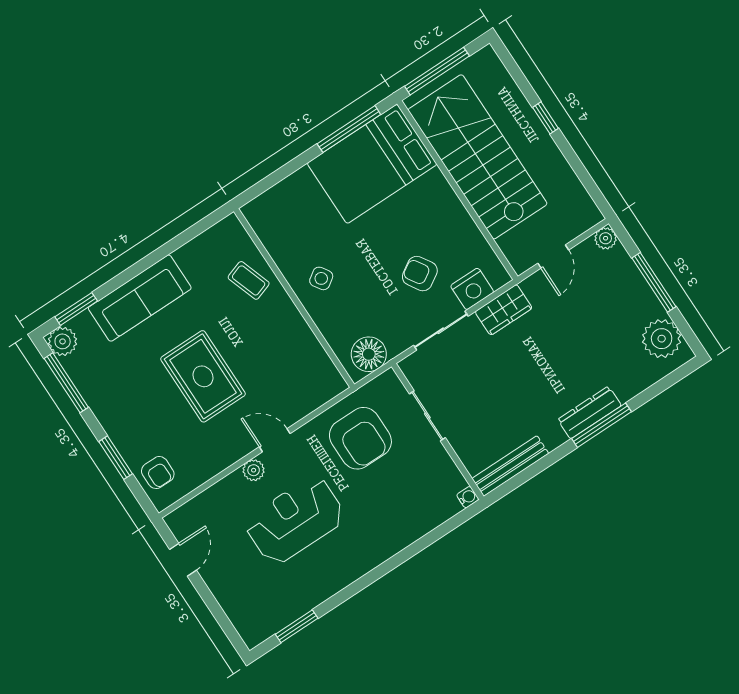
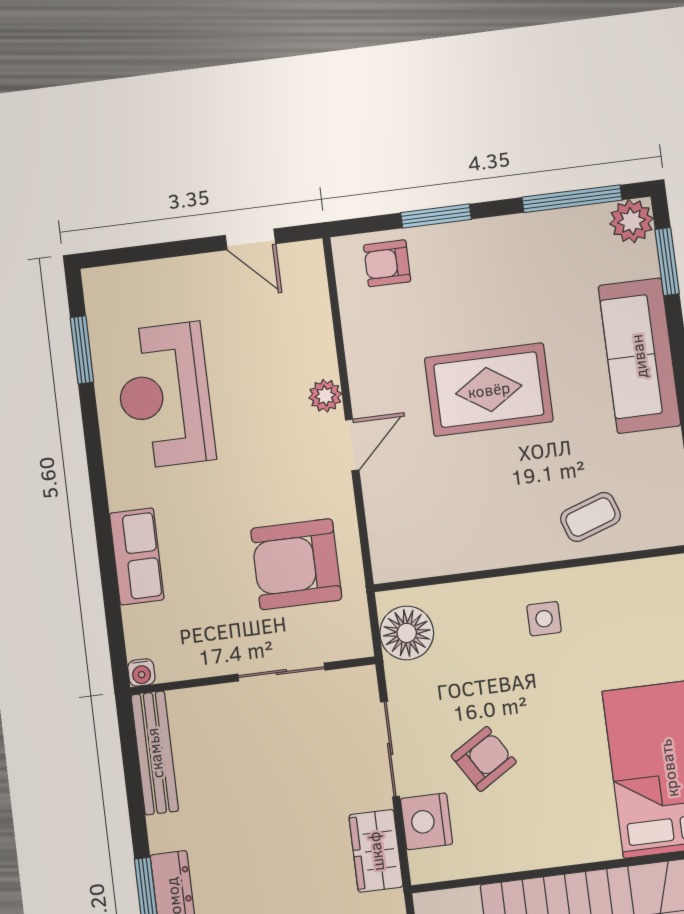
side table: (321, 278) -> (544, 619), turned 34
reception desk: (295, 520) -> (164, 395), moved, turned 180
row of seats: (402, 534) -> (137, 556), added

